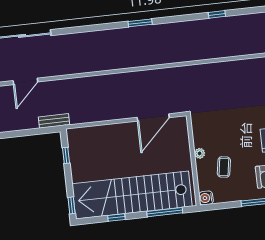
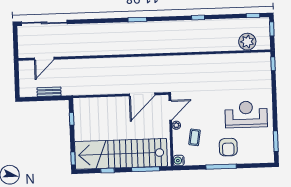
bench: (54, 121) -> (49, 92), moved
door: (190, 135) -> (170, 110), added

